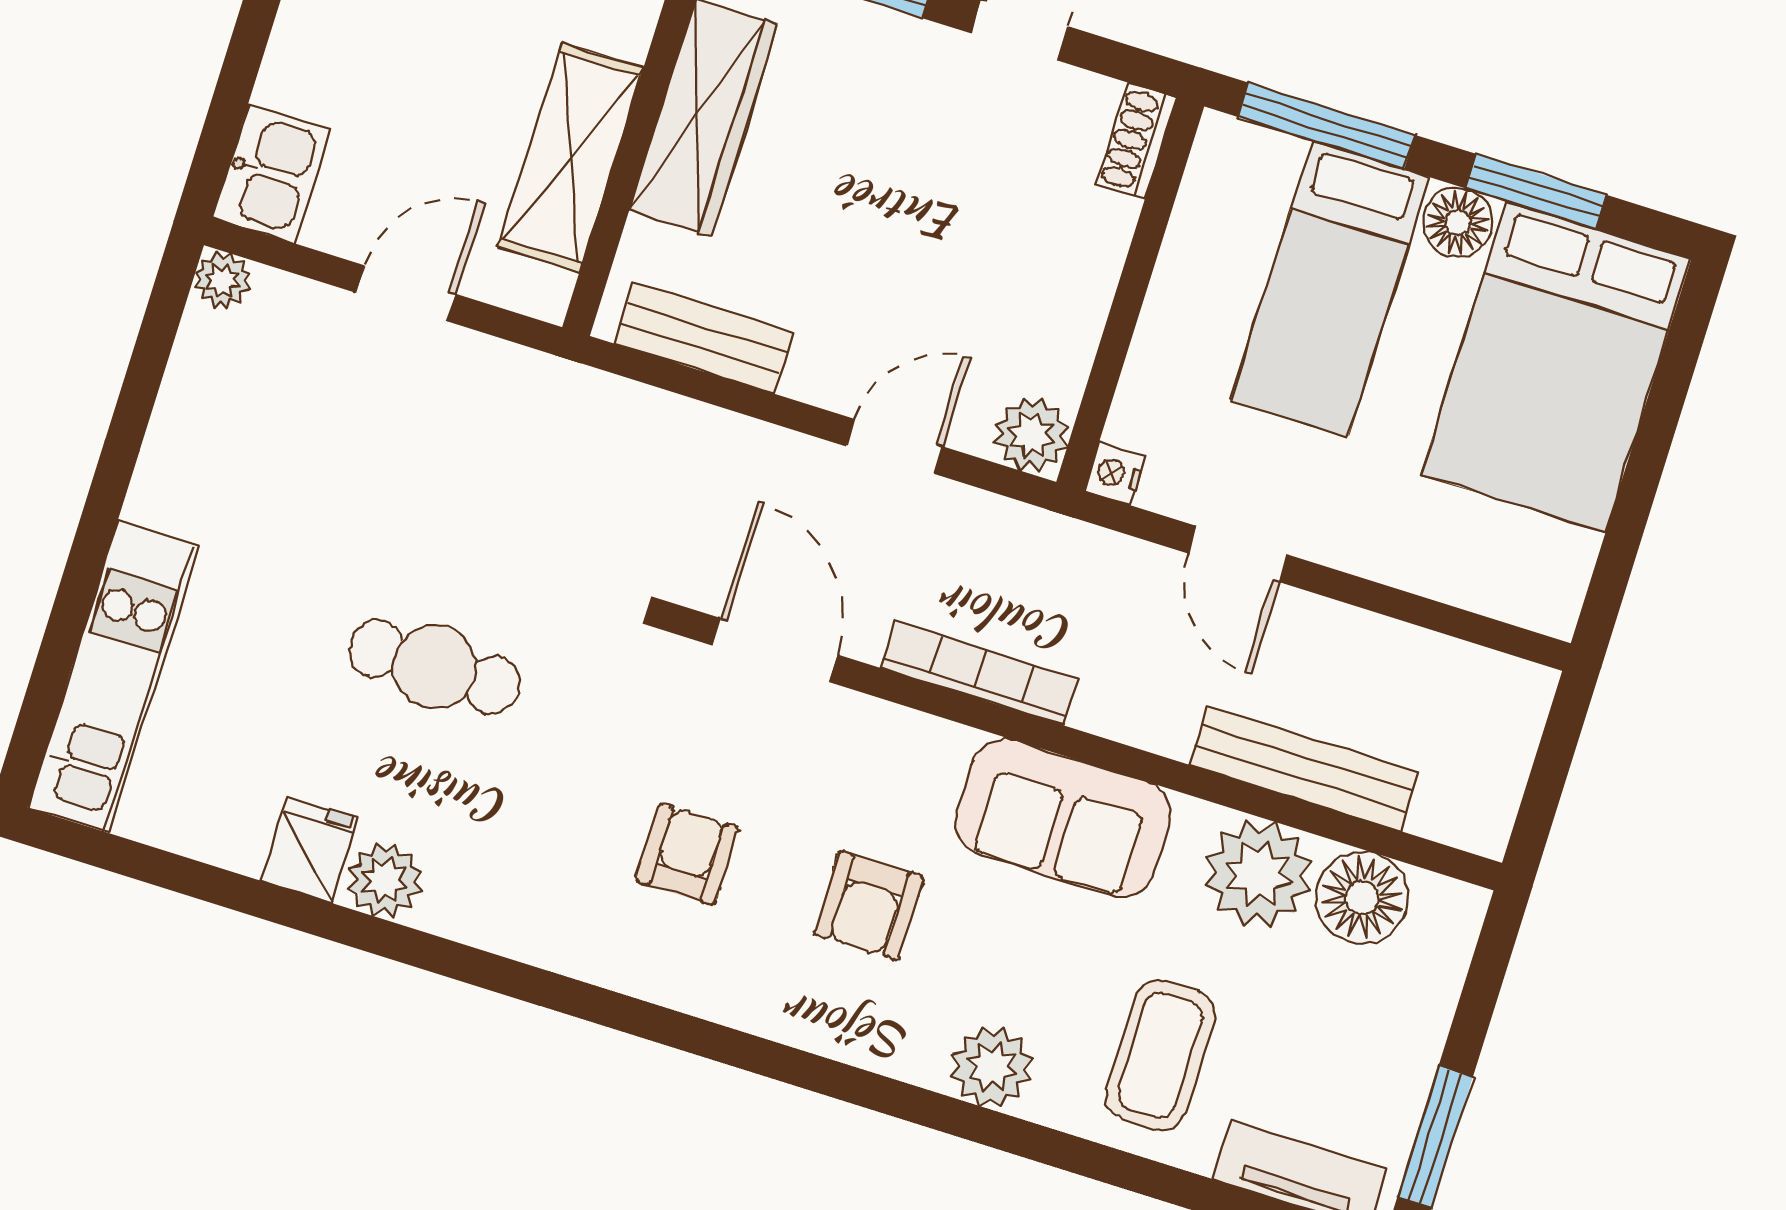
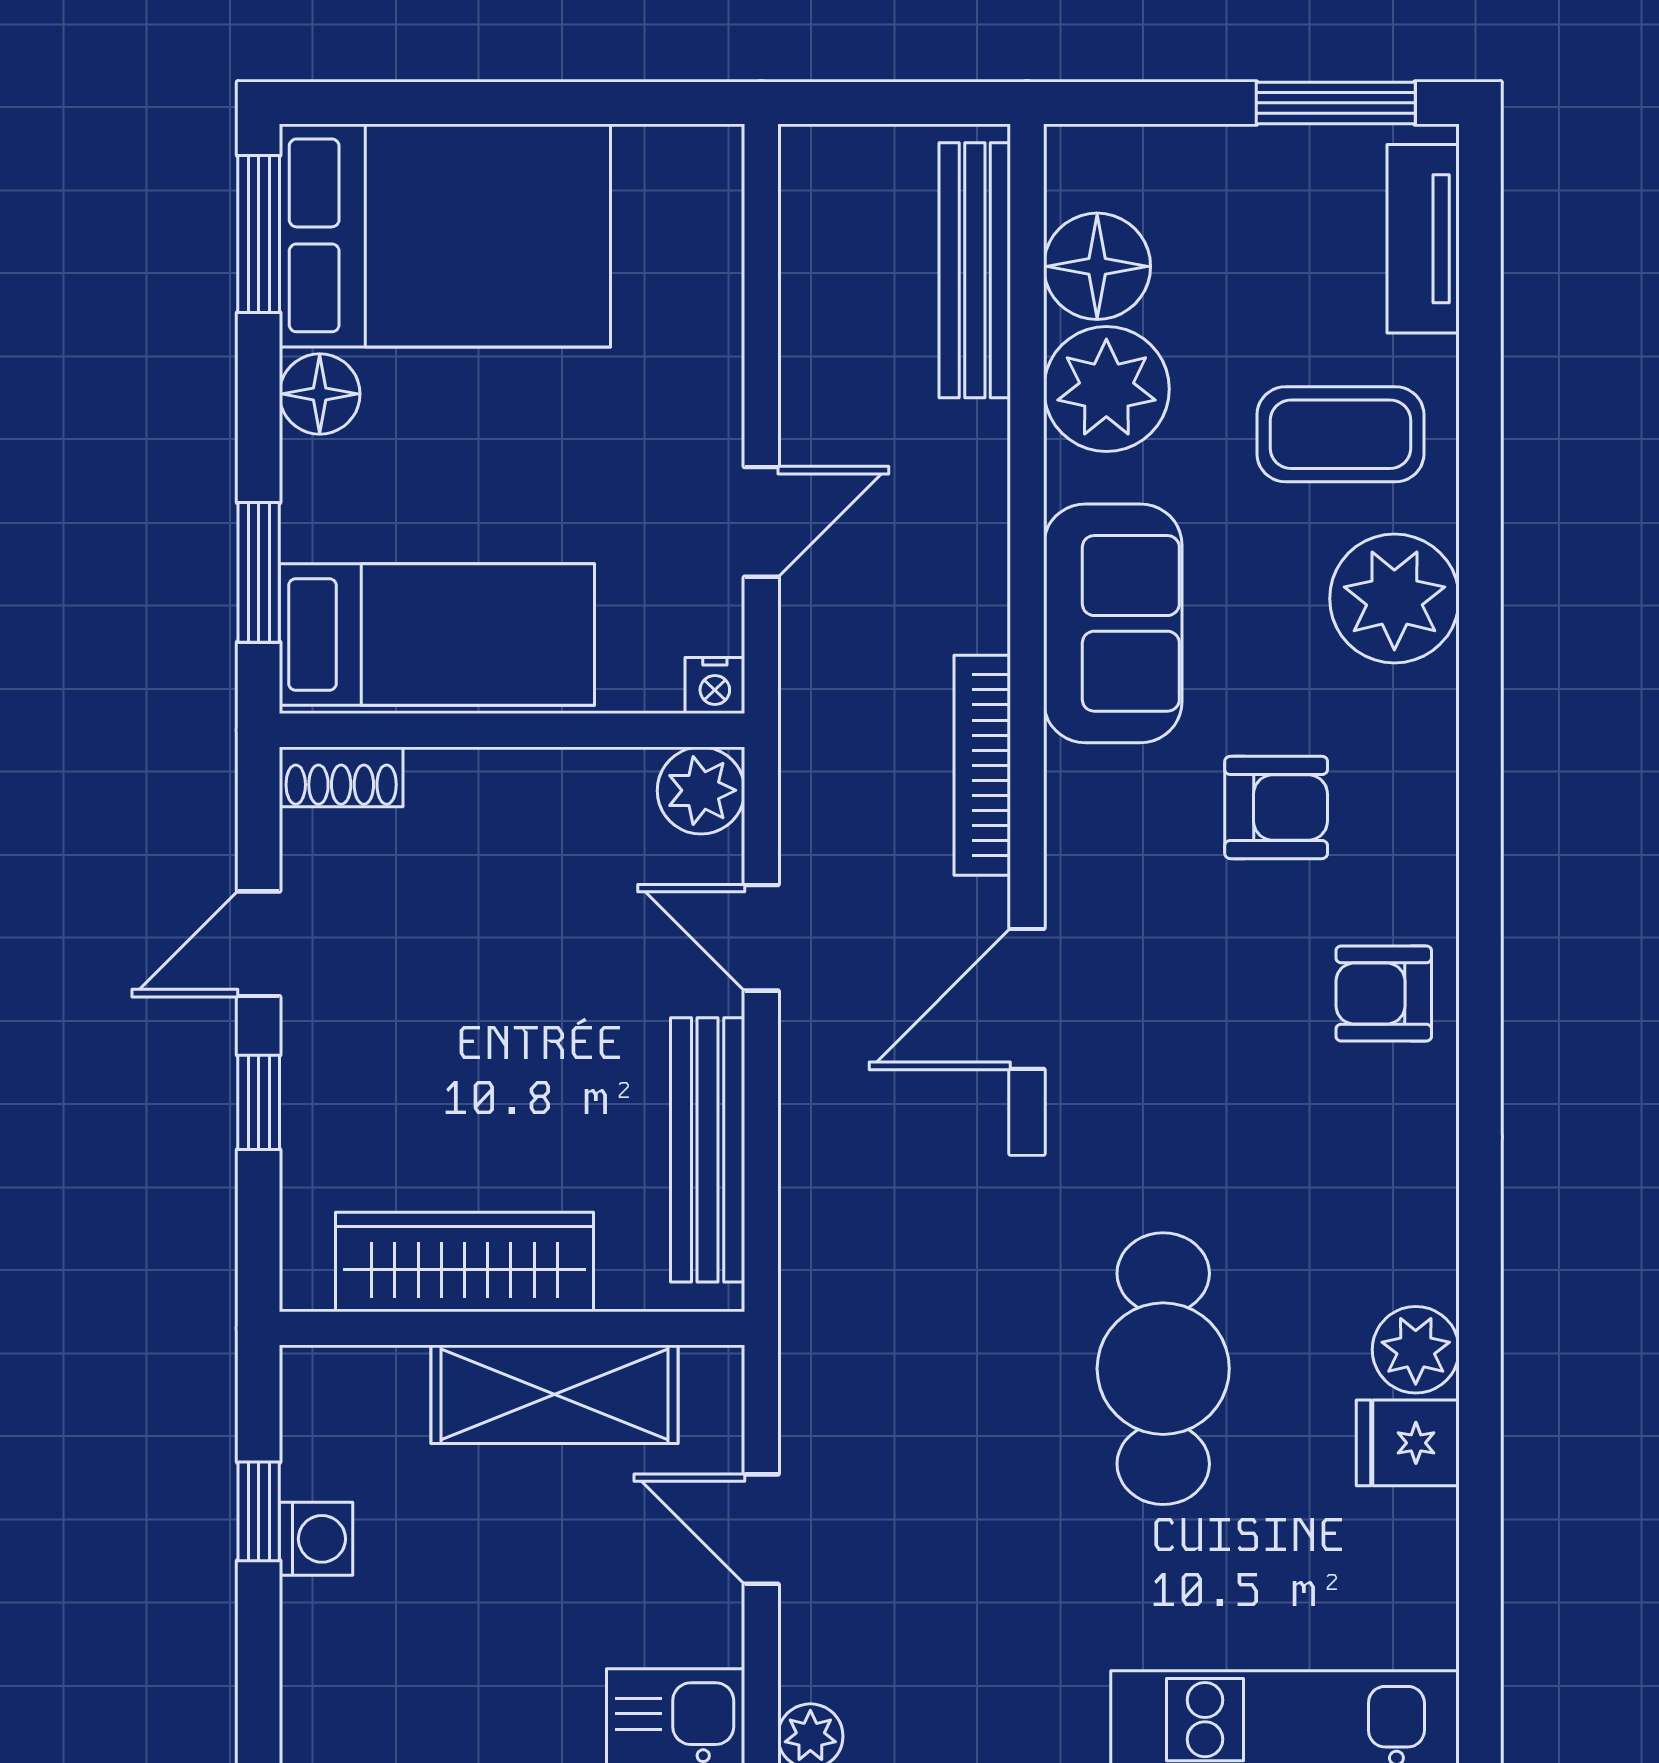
window: (1326, 126) -> (259, 572), width x0.69
window: (1536, 191) -> (259, 234), moved
bed: (1330, 289) -> (437, 634), moved
bench: (704, 338) -> (708, 1150), width x1.36
cafe table: (435, 667) -> (1163, 1369), width x1.37, depth x1.35
bench: (1304, 768) -> (975, 270), moved
armchair: (687, 854) -> (1384, 993), moved
plant: (992, 1067) -> (1394, 599), width x1.36, depth x1.36

